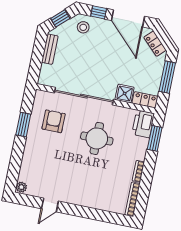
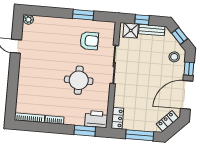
window: (37, 59) -> (142, 20), added
shower: (125, 94) -> (131, 30), moved
sliding door: (84, 96) -> (114, 65), width x0.73

